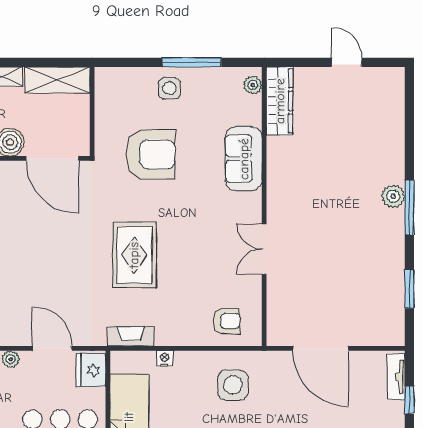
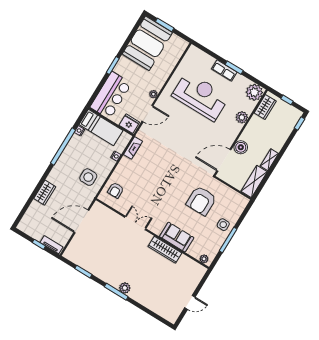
wardrobe: (280, 101) -> (165, 250), moved
rug: (134, 255) -> (165, 169), removed

